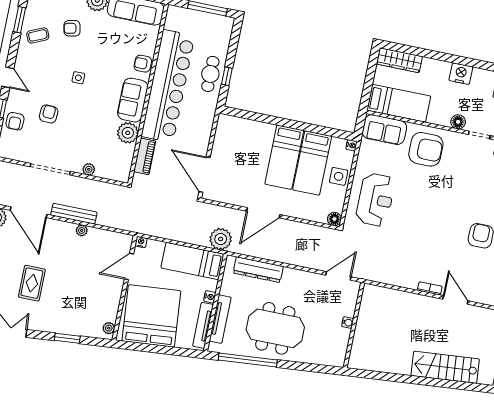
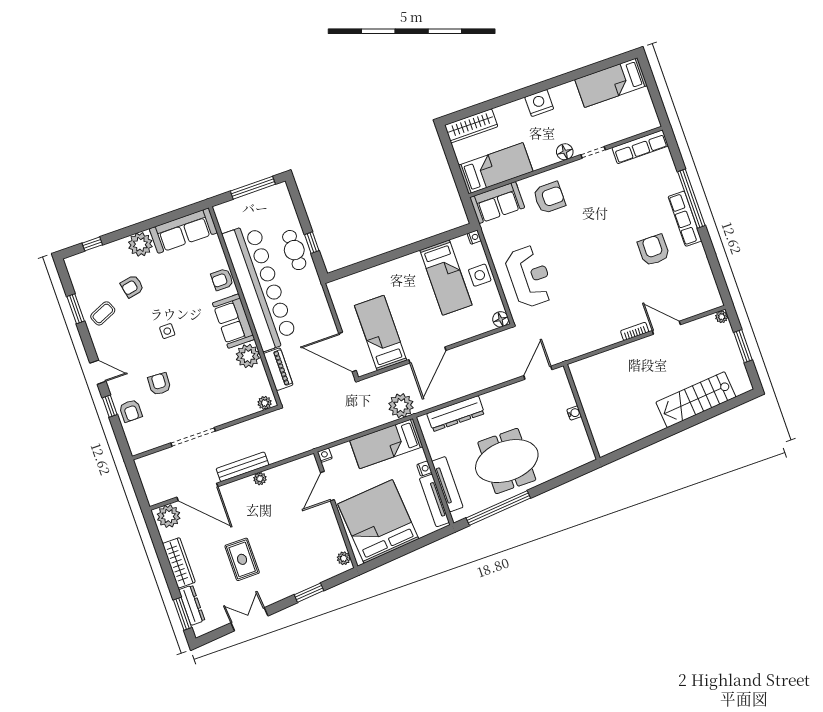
armchair: (426, 149) -> (549, 198), width x0.73, depth x0.73
bed: (284, 157) -> (381, 333), moved, turned 180
plant: (89, 169) -> (265, 403), moved

